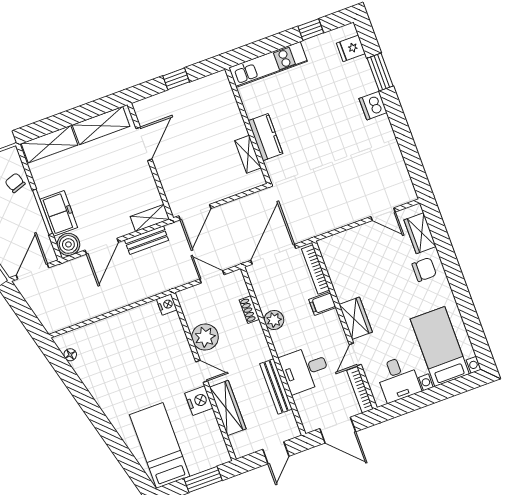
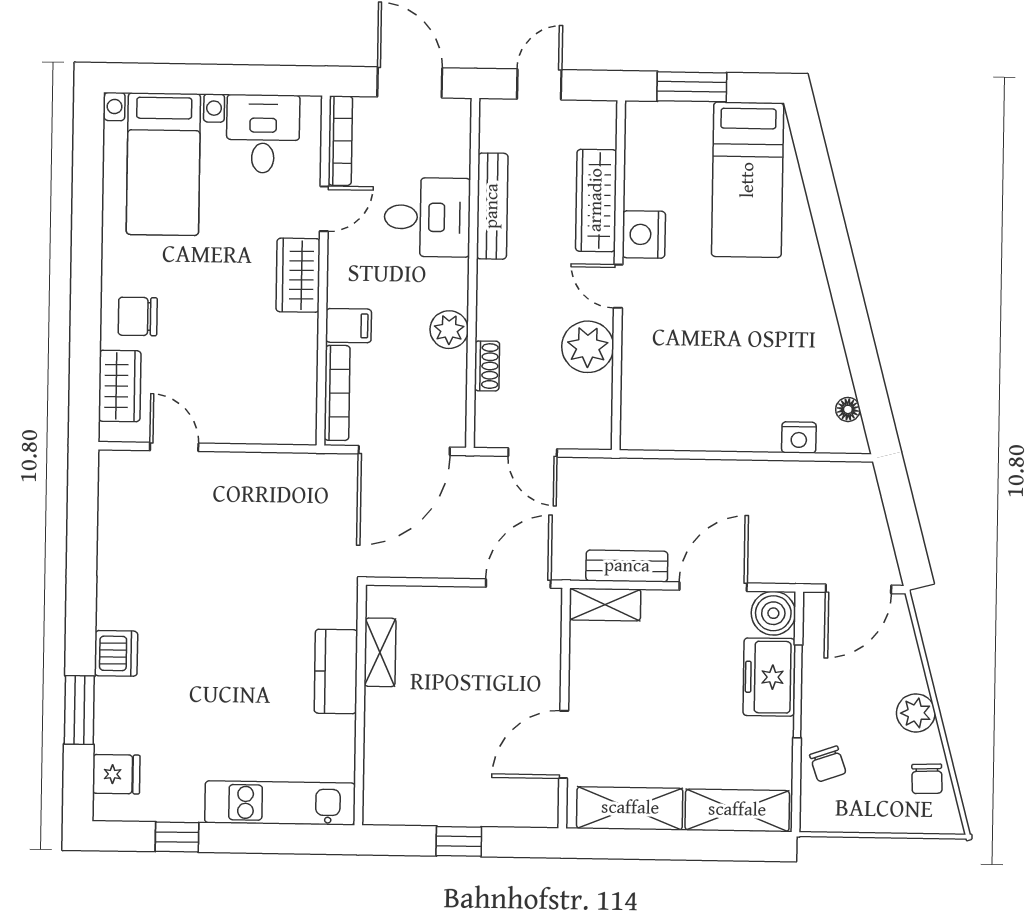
nightstand: (167, 305) -> (799, 437), moved, turned -90

